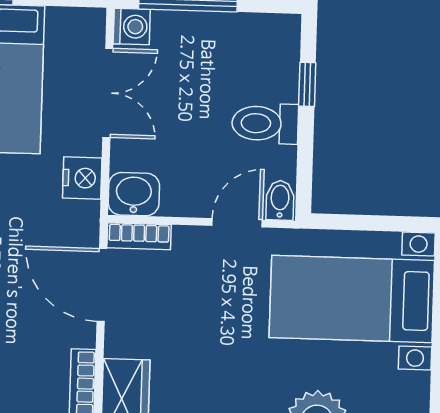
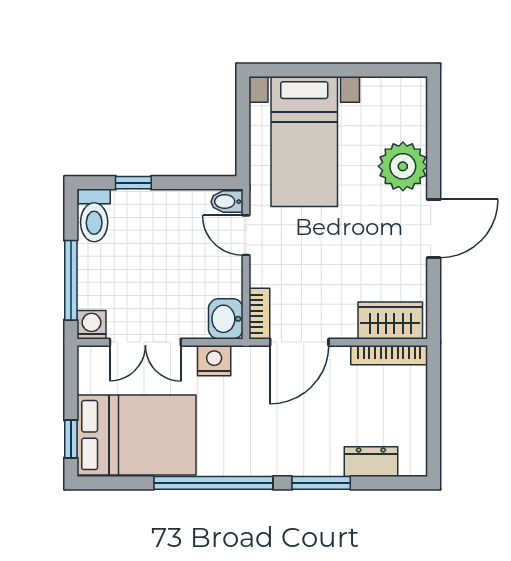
double door: (108, 93) -> (145, 342), swing flipped
toilet: (265, 123) -> (94, 215), moved

